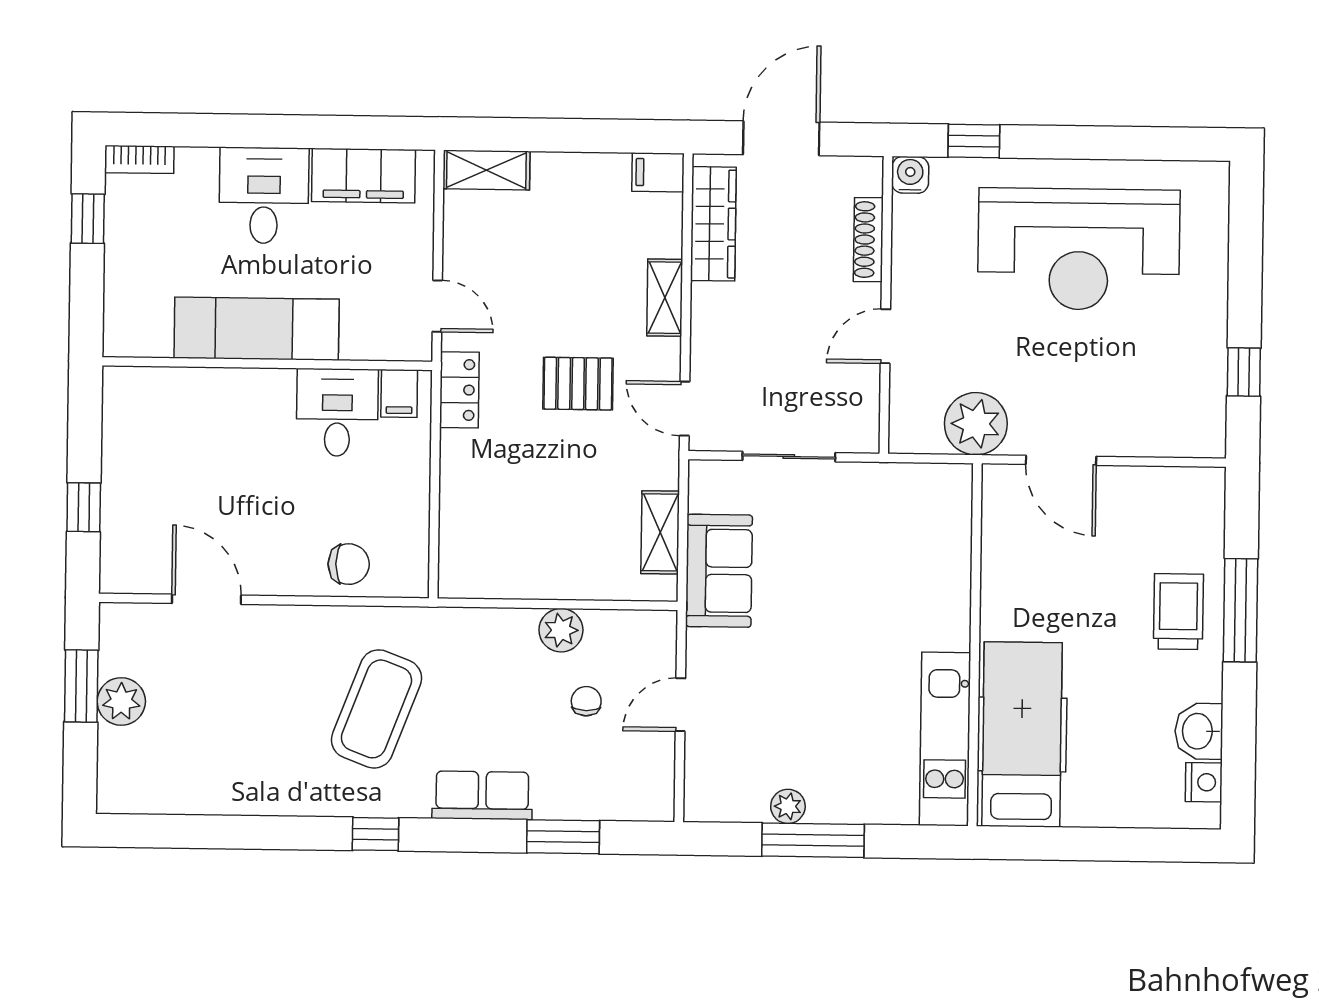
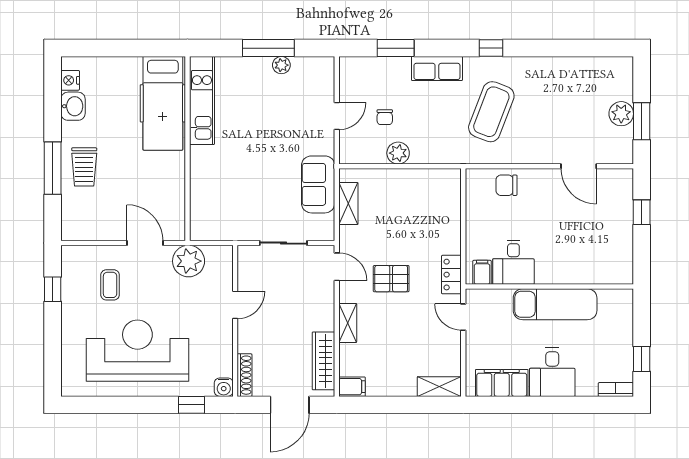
shoe rack: (868, 240) -> (245, 375), moved
coffee table: (1131, 379) -> (110, 285), added

